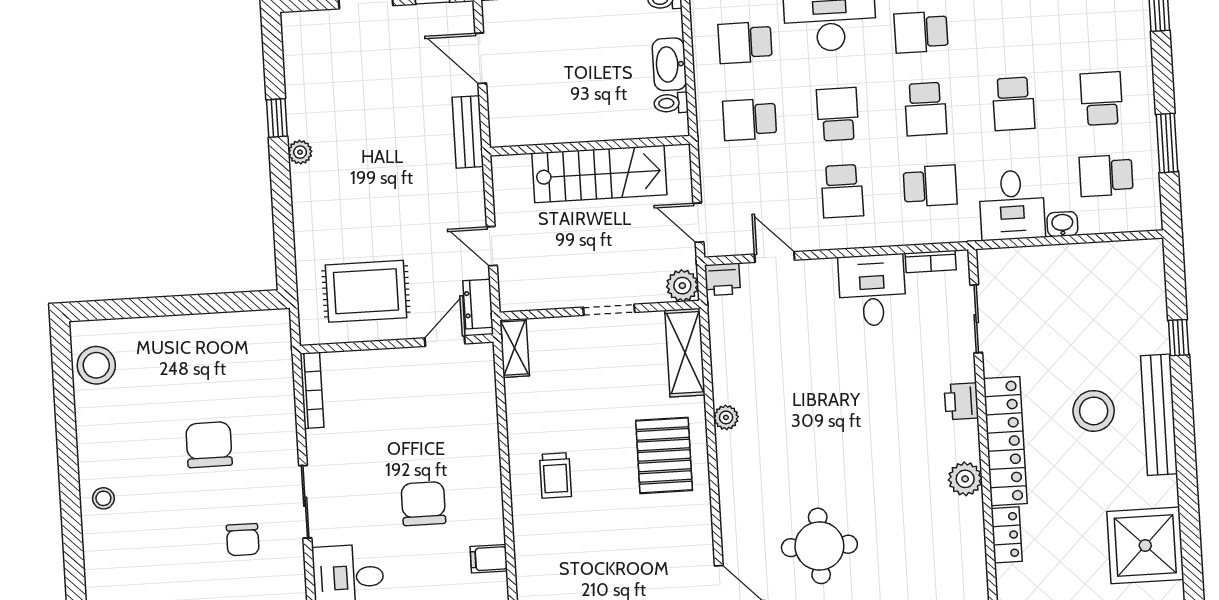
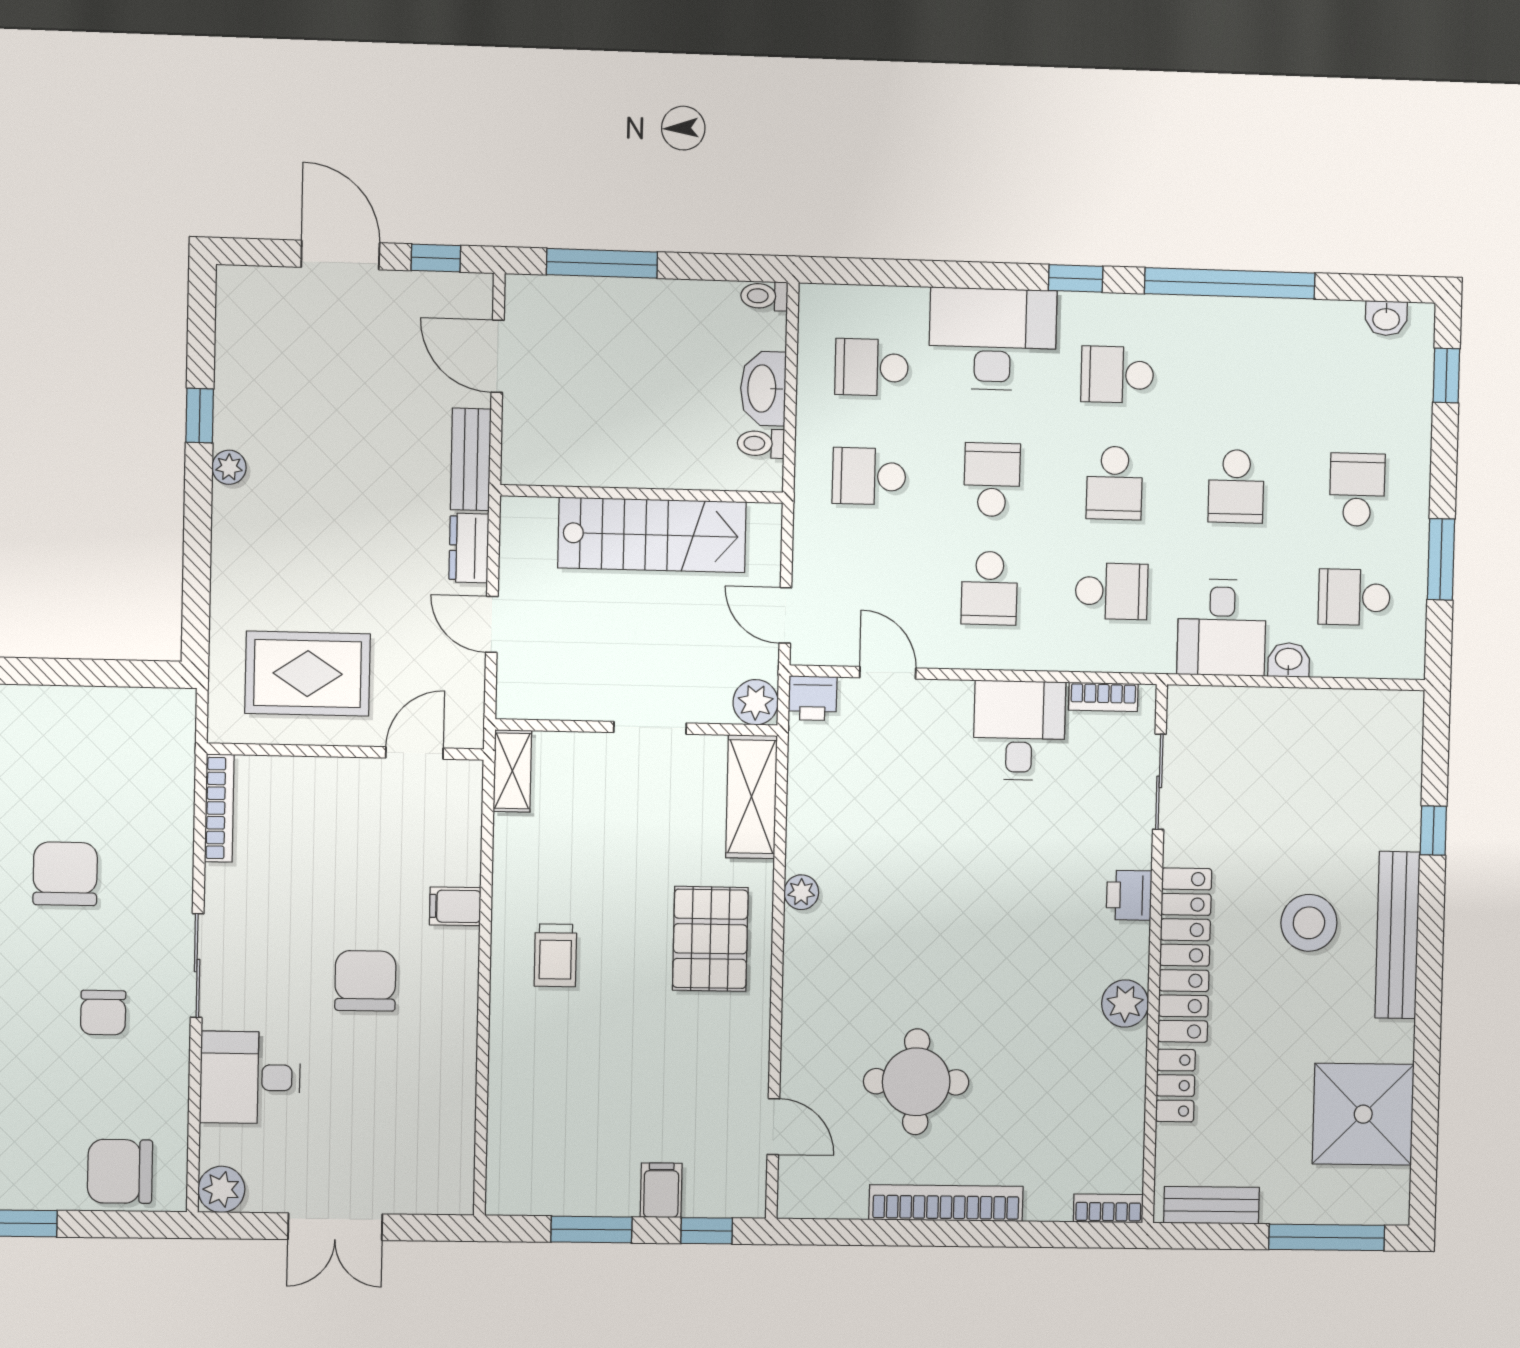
dresser: (478, 304) -> (469, 548), moved
filing cabinet: (489, 559) -> (455, 906), moved

